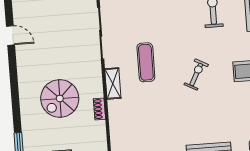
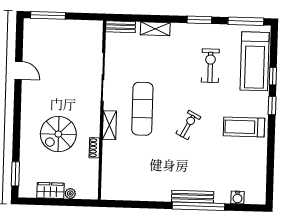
exercise mat: (146, 62) -> (142, 109), width x1.36, depth x1.45

